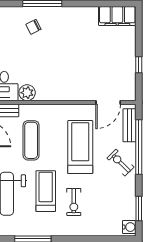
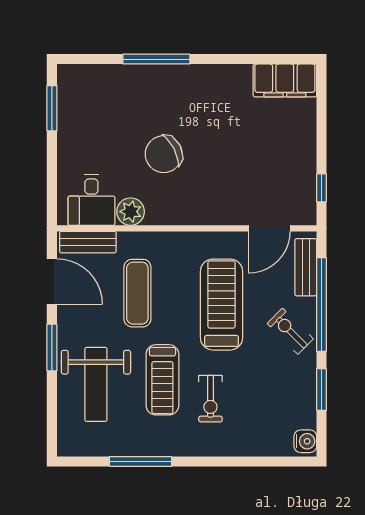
chair: (33, 27) -> (164, 154), moved, width x1.87, depth x1.87
window: (139, 65) -> (322, 188), moved
treadmill: (46, 191) -> (162, 380), turned 180
window: (139, 208) -> (322, 389), moved

